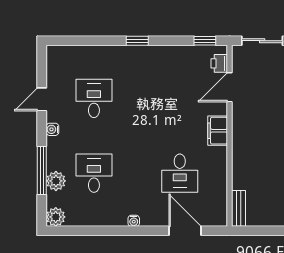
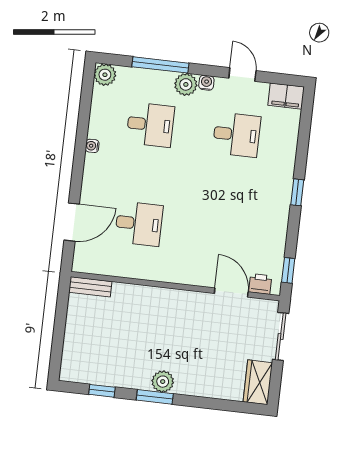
filing cabinet: (218, 131) -> (286, 96), moved, turned 180
desk: (180, 173) -> (139, 224), turned 180
plant: (56, 181) -> (186, 84), moved
water cooler: (134, 221) -> (92, 146), moved

